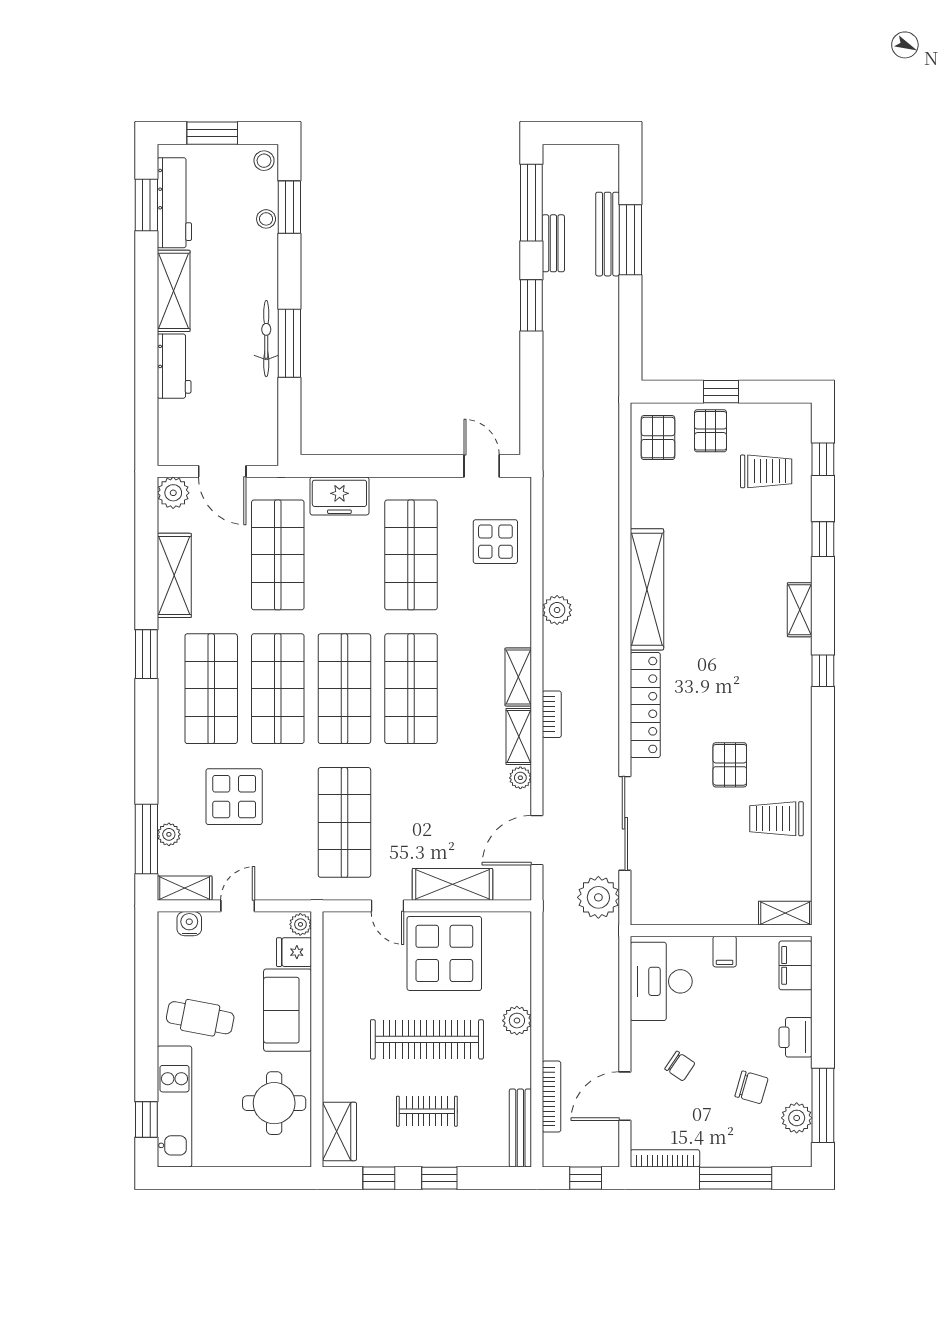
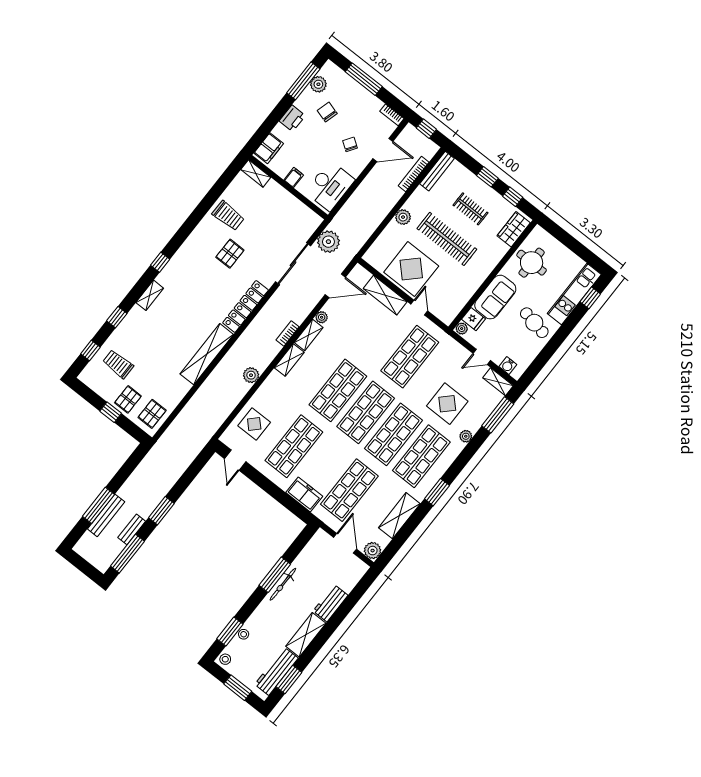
plant: (169, 834) -> (466, 436), moved
bookcase: (665, 1158) -> (392, 115), width x0.64

